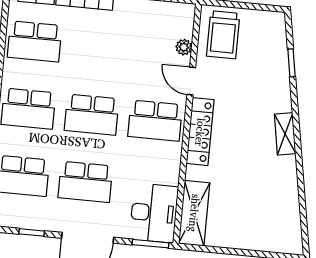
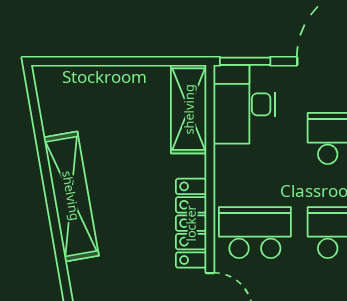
shelving: (285, 134) -> (71, 196), width x2.20, depth x1.33

